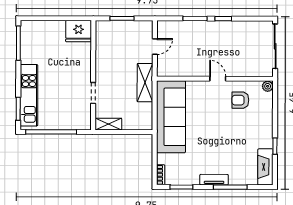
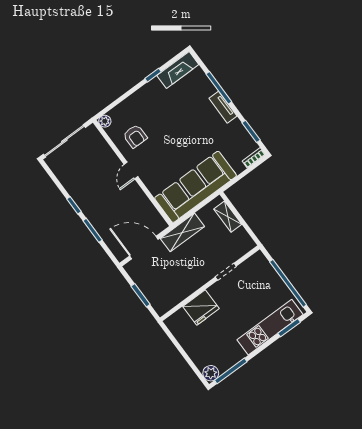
plant: (27, 27) -> (211, 373), added
fridge: (79, 31) -> (201, 308), moved, turned 90
door: (155, 46) -> (144, 248), width x1.87
shelving: (108, 124) -> (228, 217), moved

